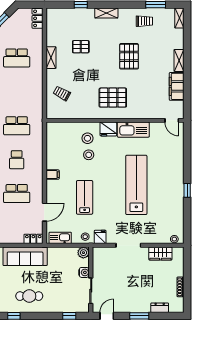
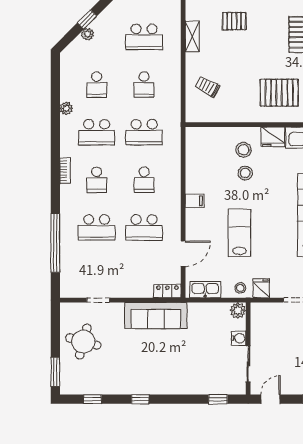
school desk: (17, 92) -> (144, 85), added
cafe table: (29, 296) -> (162, 371), removed

